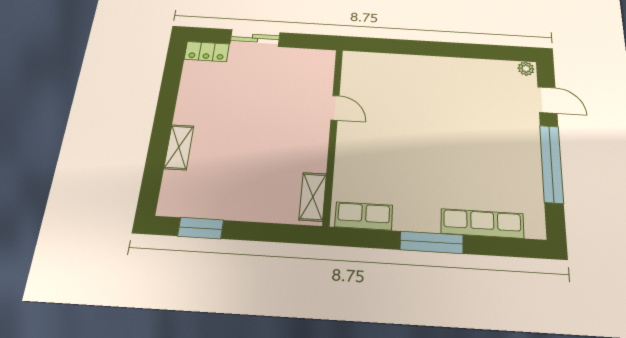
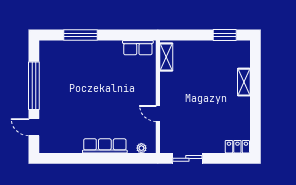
sliding door: (255, 38) -> (187, 158), moved
plant: (526, 69) -> (141, 148), moved
row of seats: (482, 223) -> (105, 146), moved, turned 180
window: (432, 242) -> (80, 35), moved

